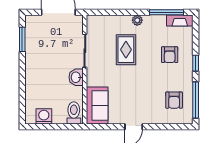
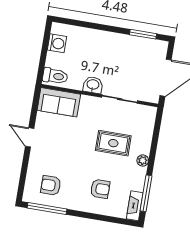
armchair: (170, 55) -> (100, 189), turned 180
window: (196, 63) -> (86, 215), removed

